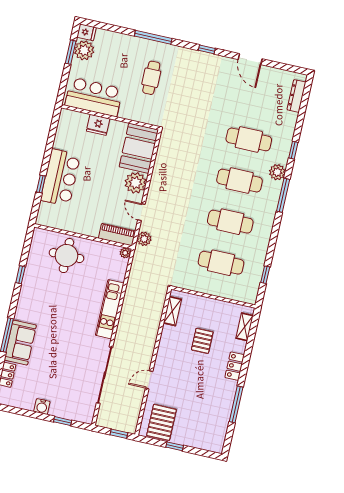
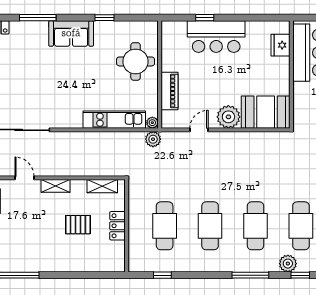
fridge: (98, 125) -> (281, 45), moved
plant: (277, 172) -> (288, 264), moved
piano: (117, 235) -> (170, 91), moved
plant: (144, 239) -> (153, 139), moved
kitchen unit: (110, 309) -> (114, 120), moved
shelving: (245, 327) -> (56, 186), moved
sofa: (20, 343) -> (71, 33), moved
locker: (235, 366) -> (118, 226), moved, turned -90

